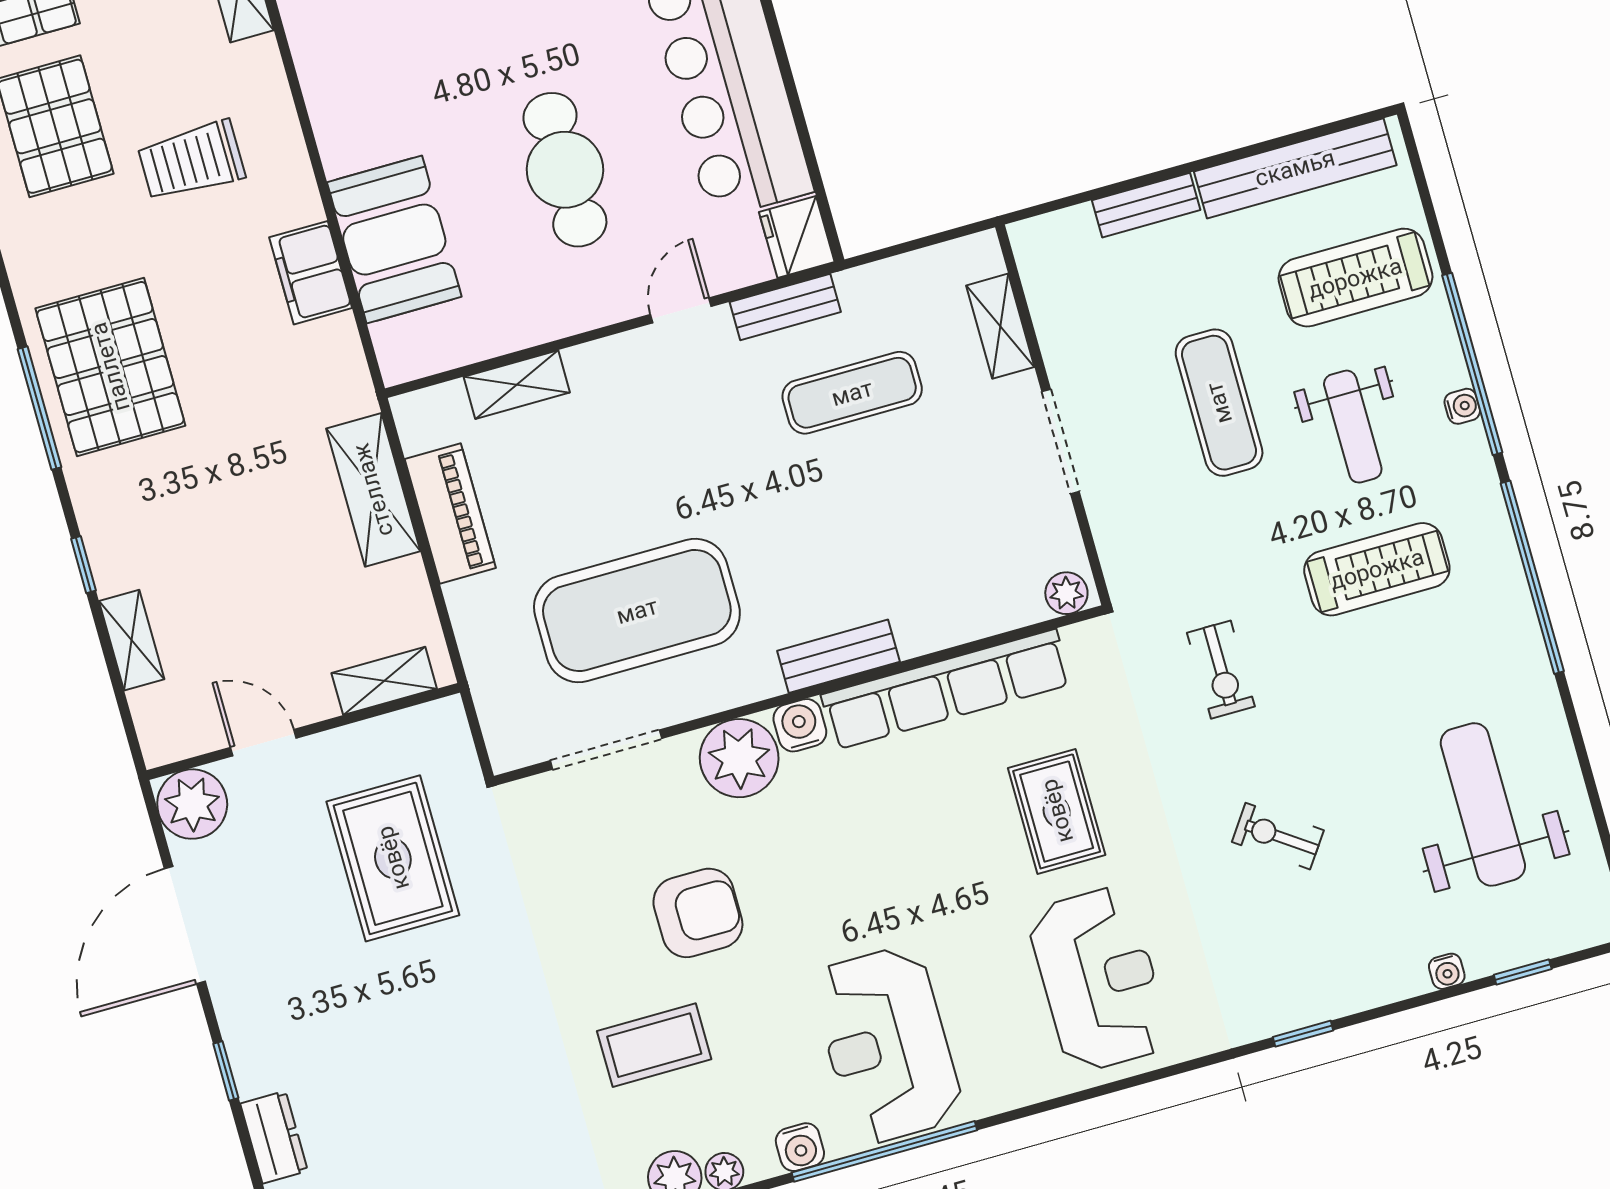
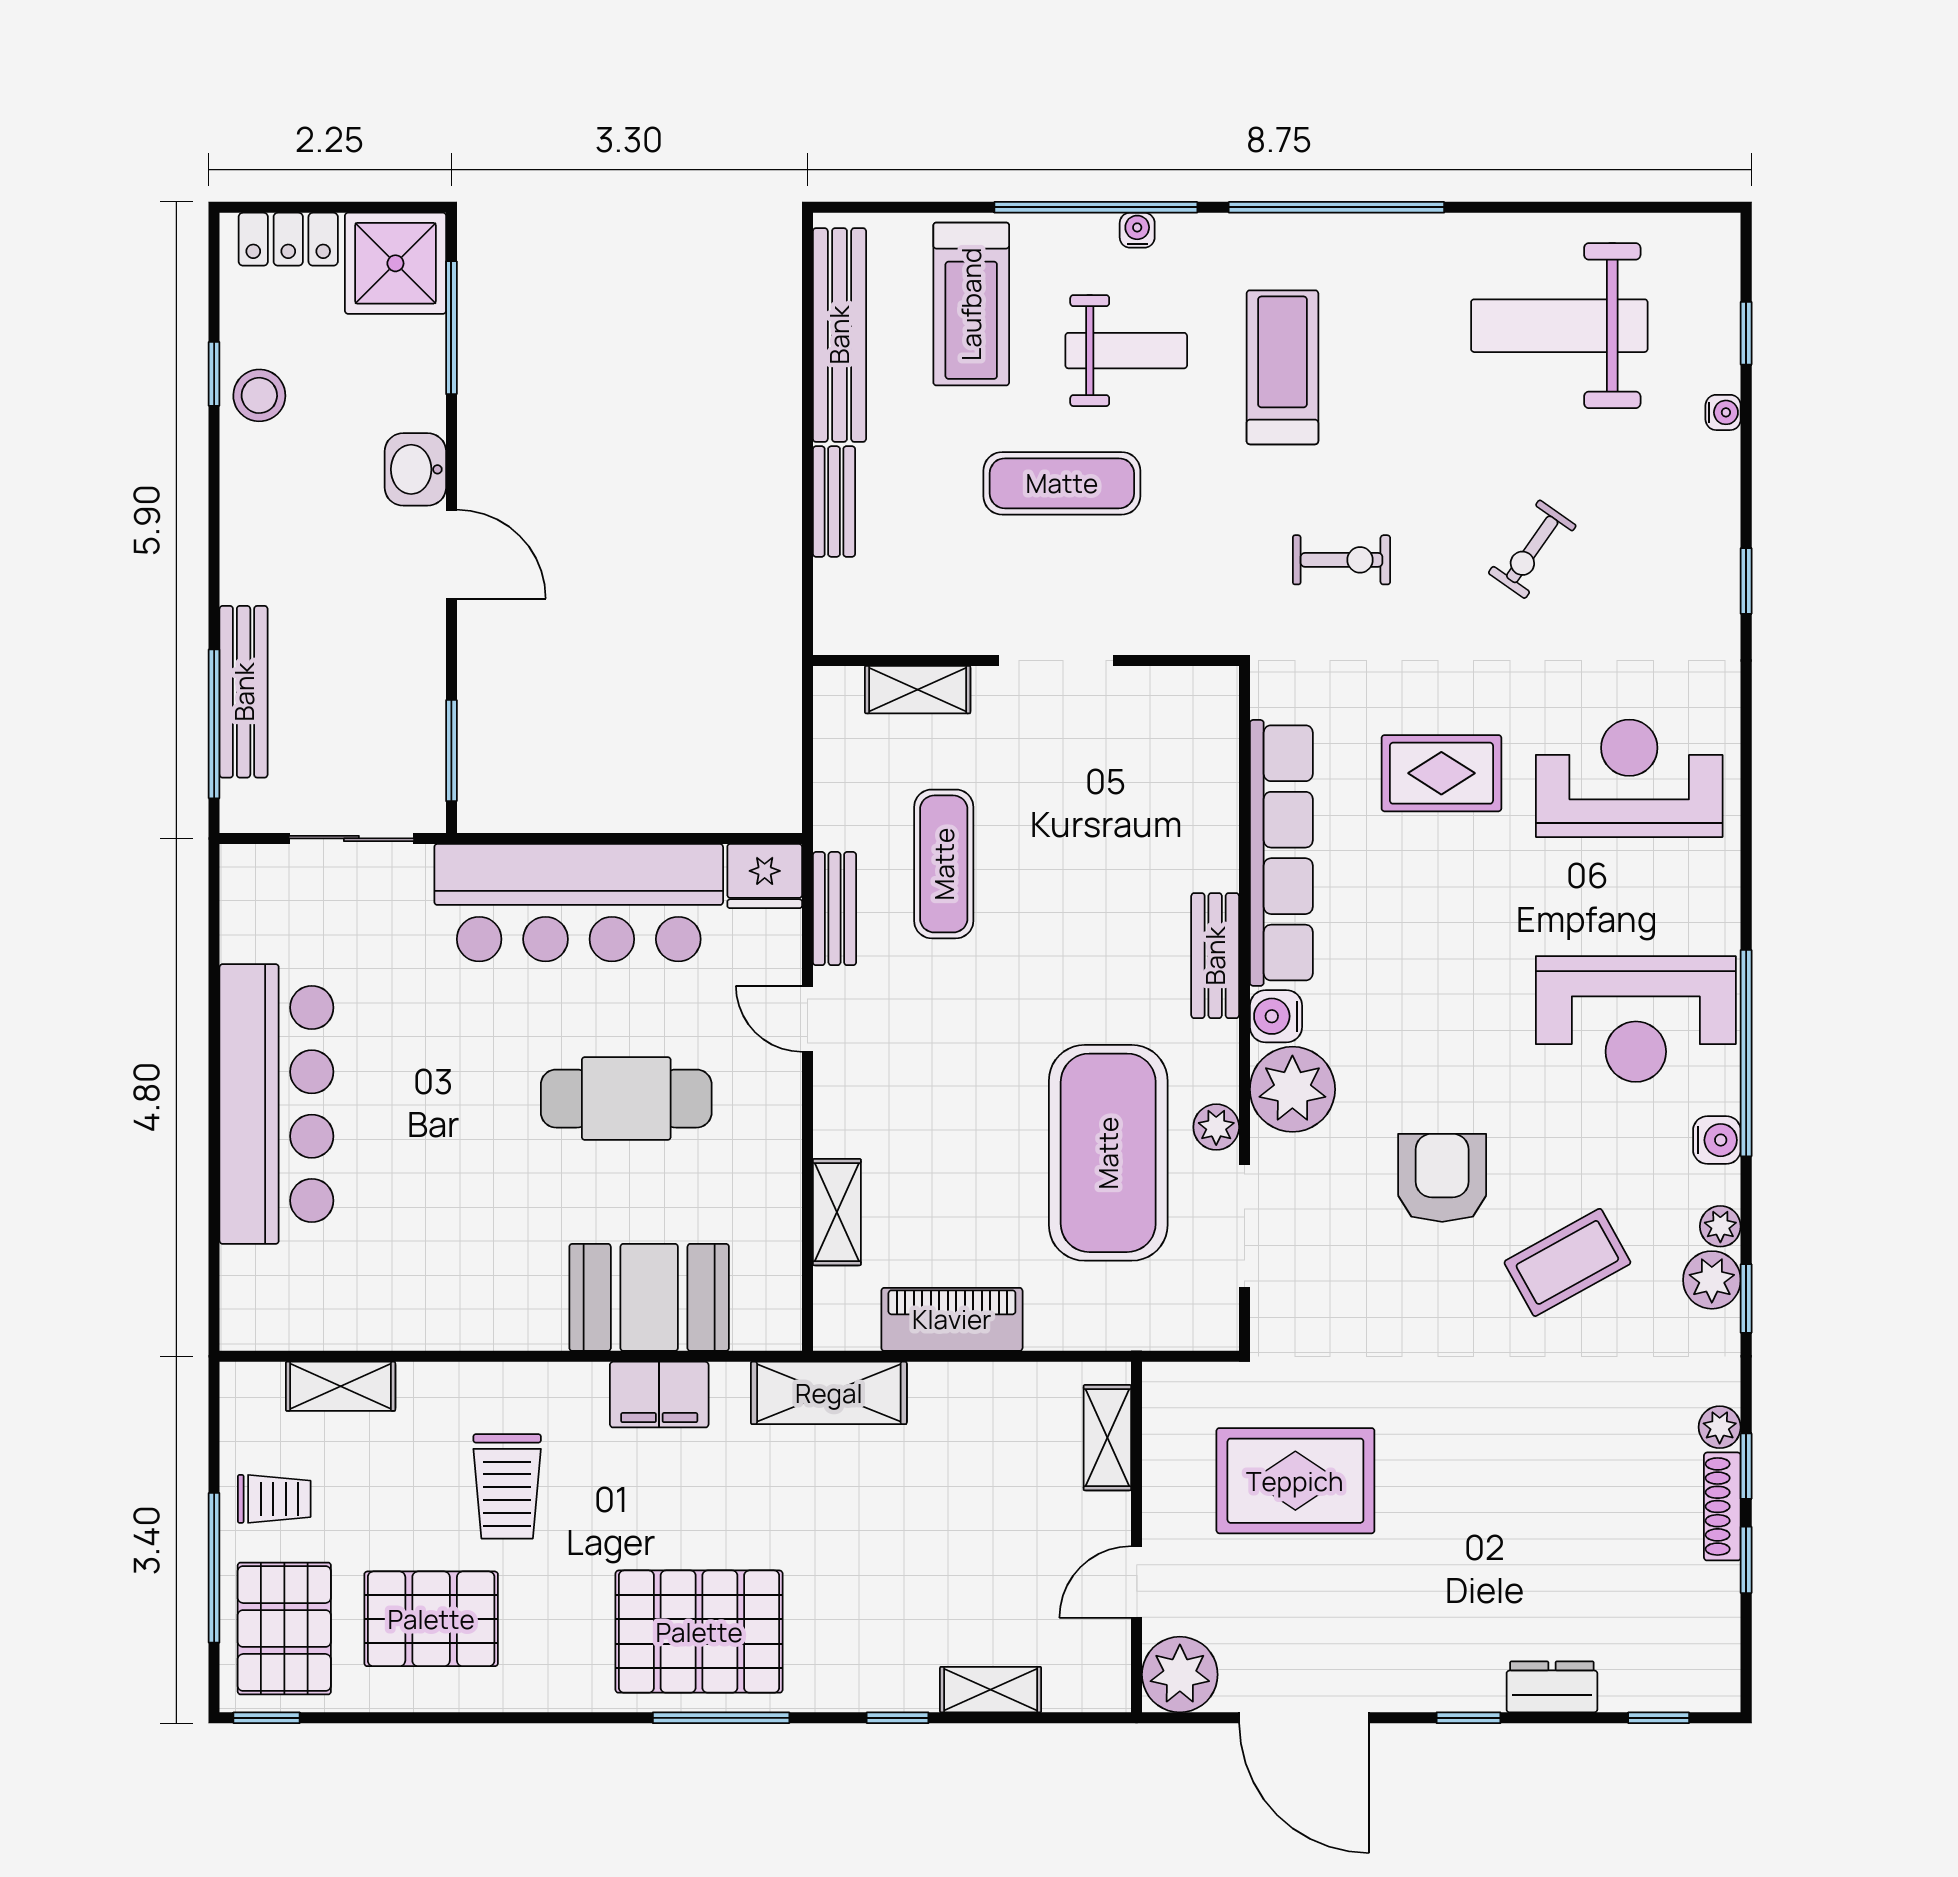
shelving: (373, 490) -> (829, 1393), moved
plant: (1066, 593) -> (1216, 1127), moved
coffee table: (654, 1045) -> (1567, 1262), turned 61

